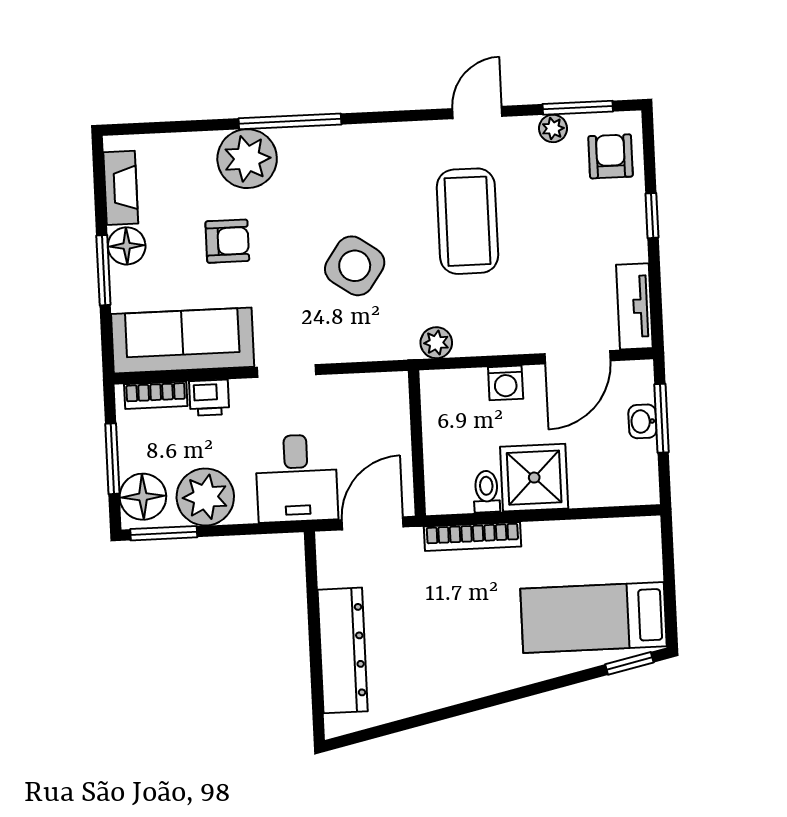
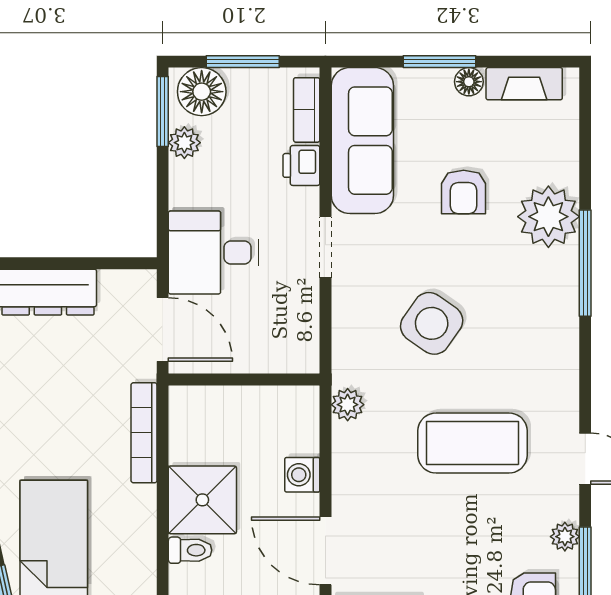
floor lamp: (127, 246) -> (469, 82), width x0.73, depth x0.73
toilet: (487, 492) -> (190, 550), moved
plant: (205, 497) -> (184, 143), width x0.53, depth x0.53

